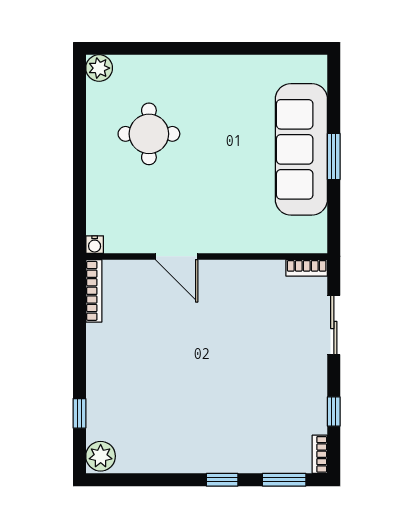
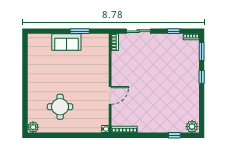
sofa: (301, 149) -> (66, 42), width x0.54, depth x0.79
window: (334, 156) -> (80, 31), moved

